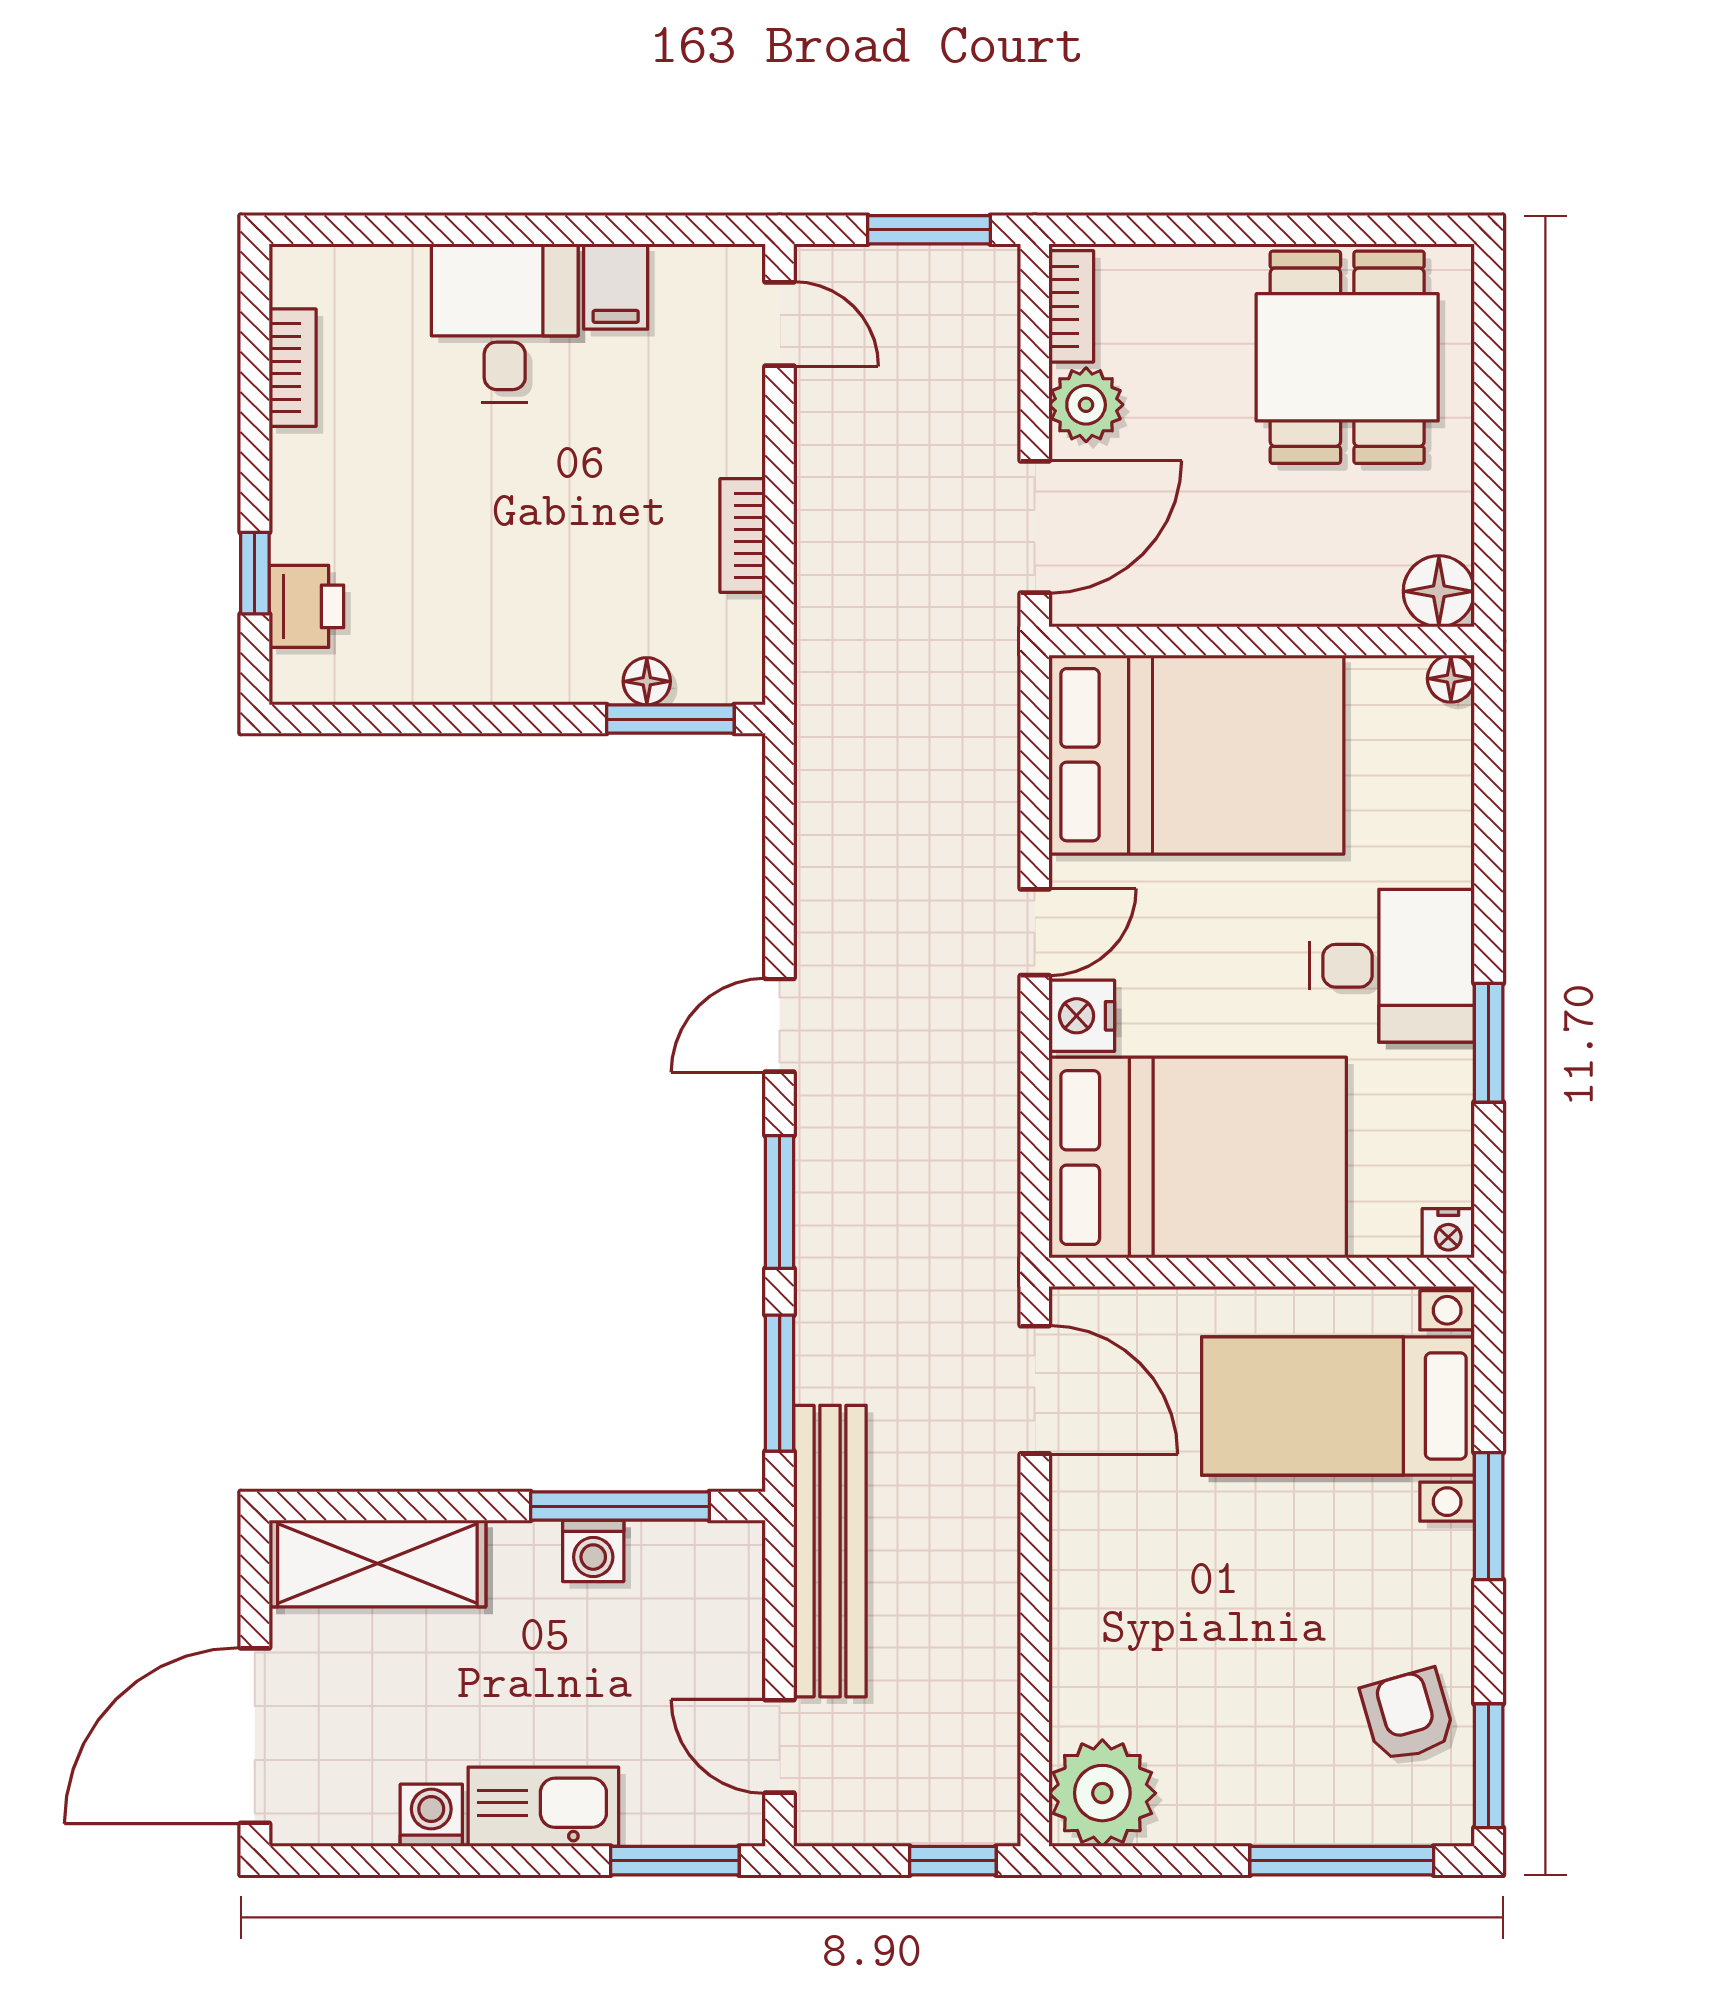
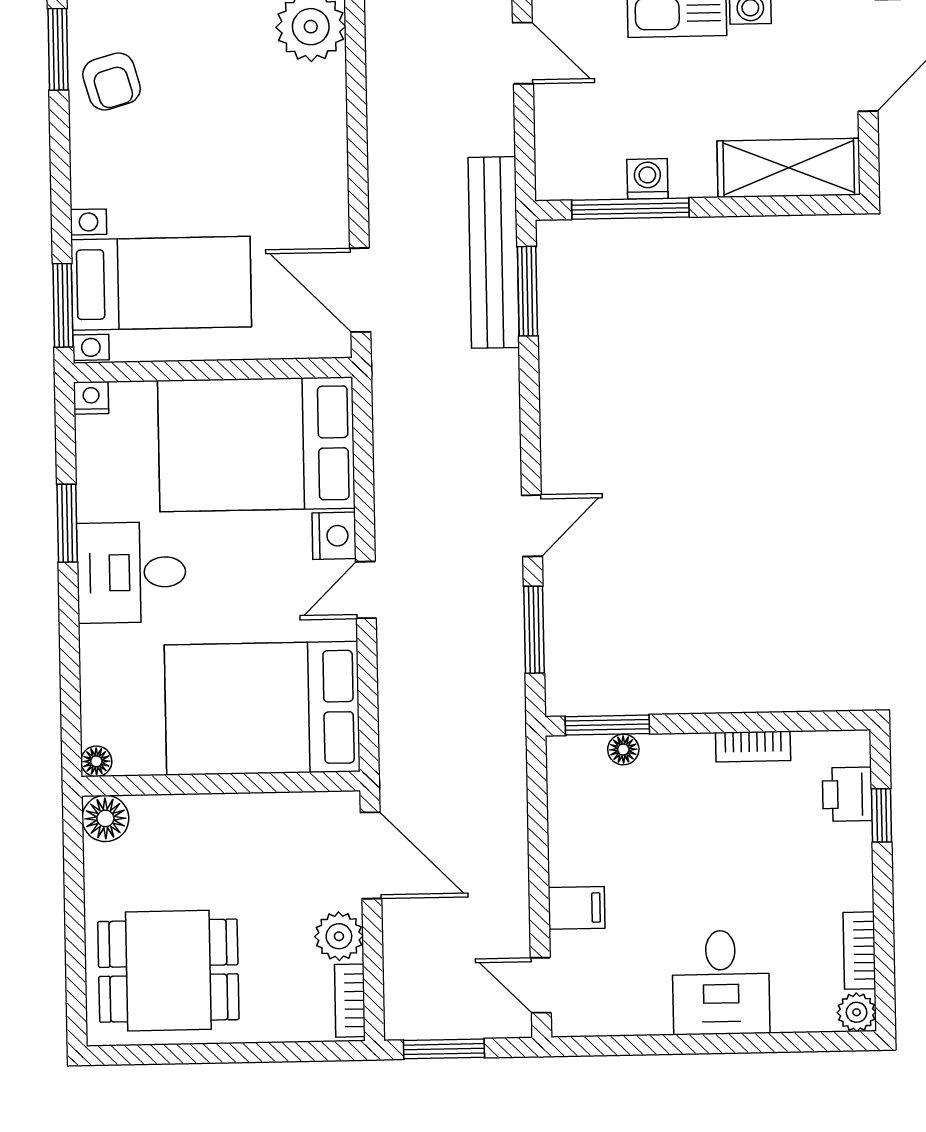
plant: (299, 274) -> (857, 1012), added
filing cabinet: (616, 287) -> (577, 908), moved, turned 90
dining table: (1347, 357) -> (168, 971), turned 90
door: (1035, 527) -> (371, 855), swing flipped
bookcase: (743, 535) -> (753, 746), moved, turned 90
window: (780, 1202) -> (534, 630), moved
window: (1489, 1516) -> (63, 305), moved
bench: (830, 1551) -> (494, 252), moved

